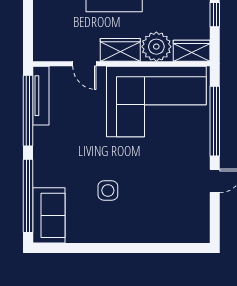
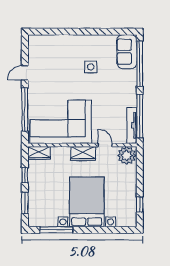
plant: (156, 47) -> (127, 155), moved

